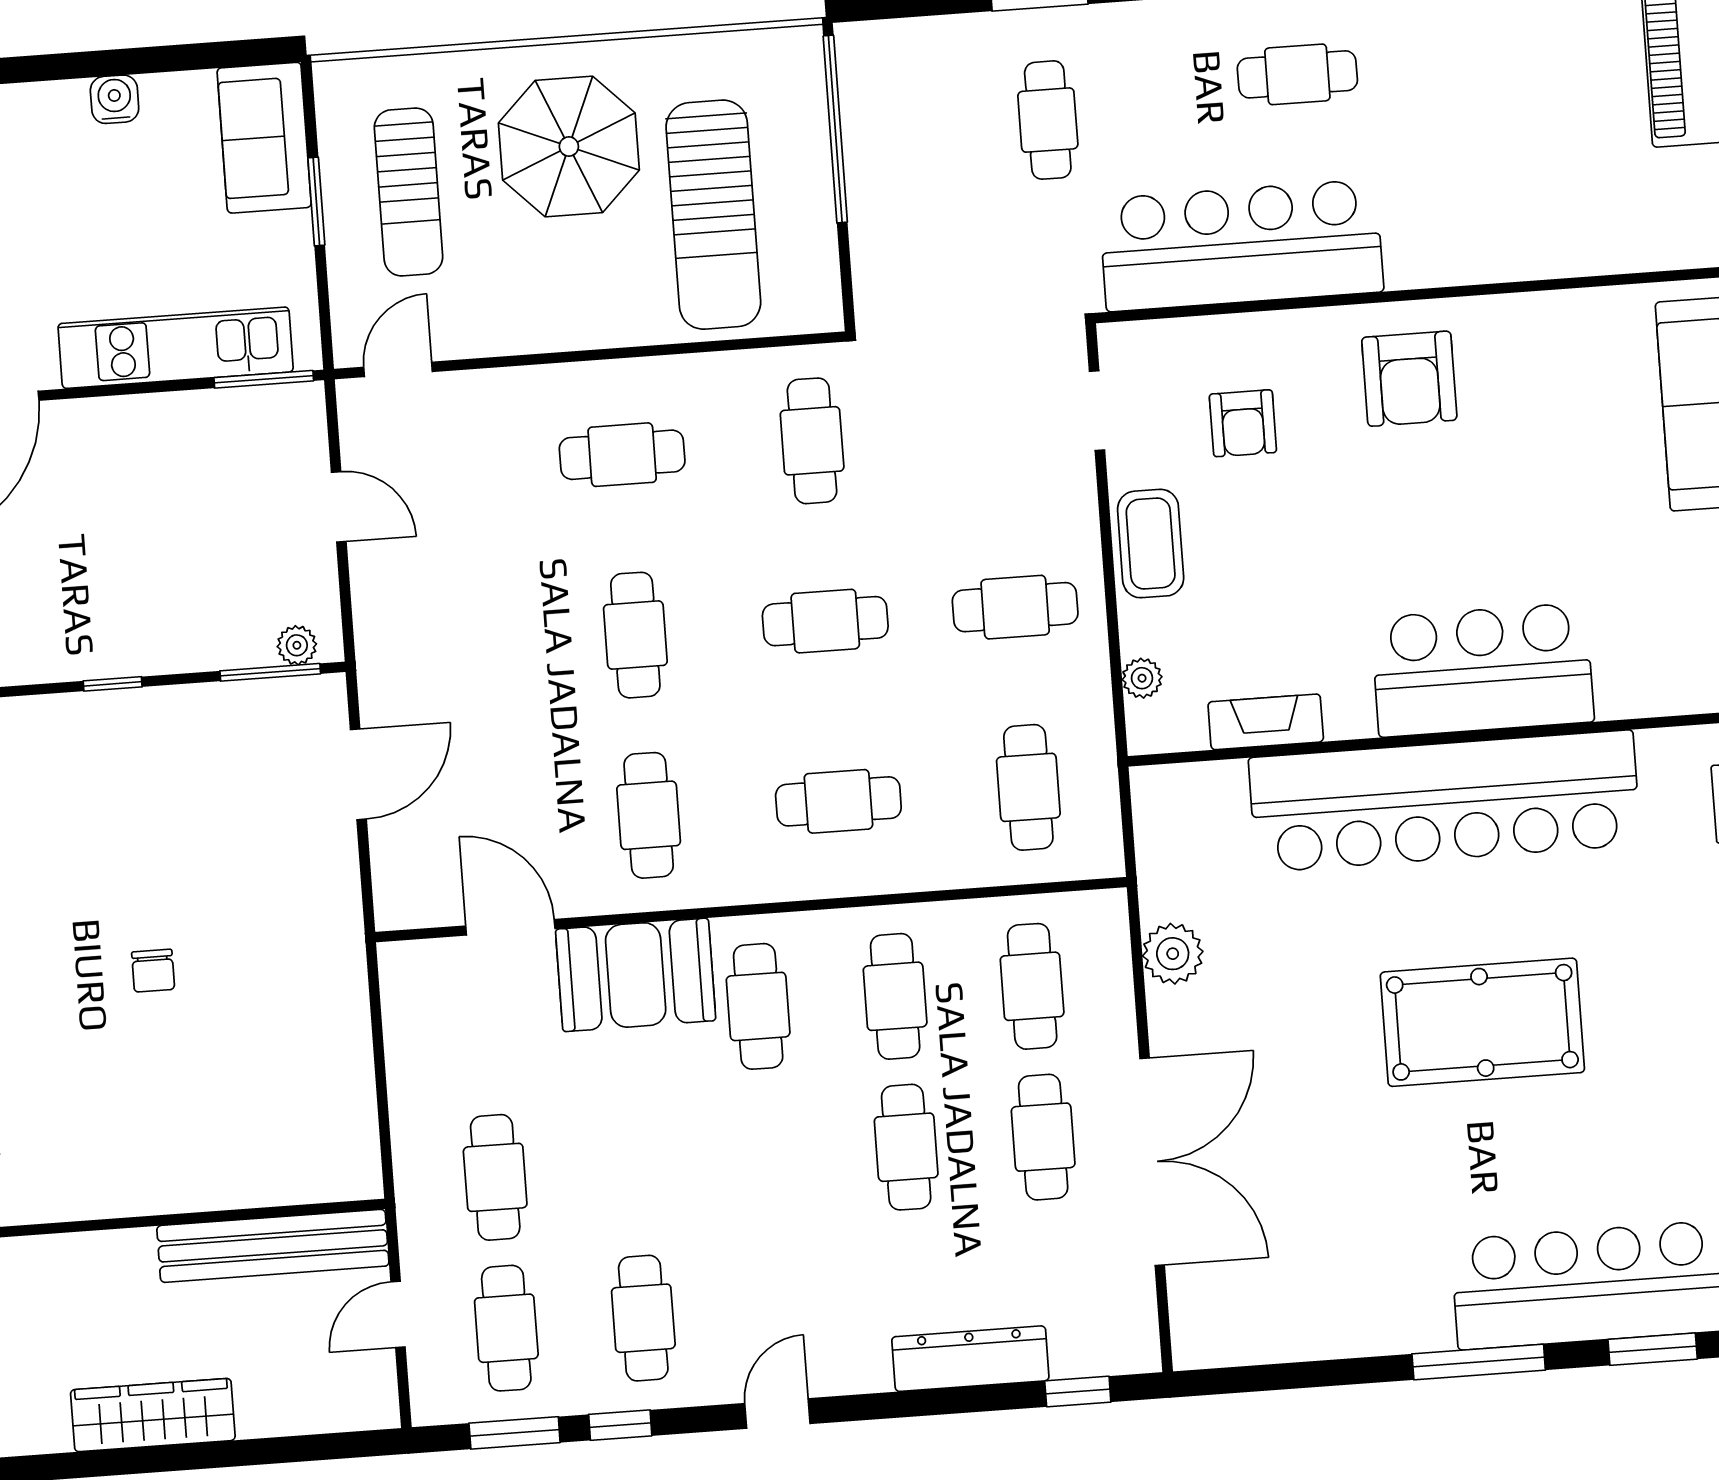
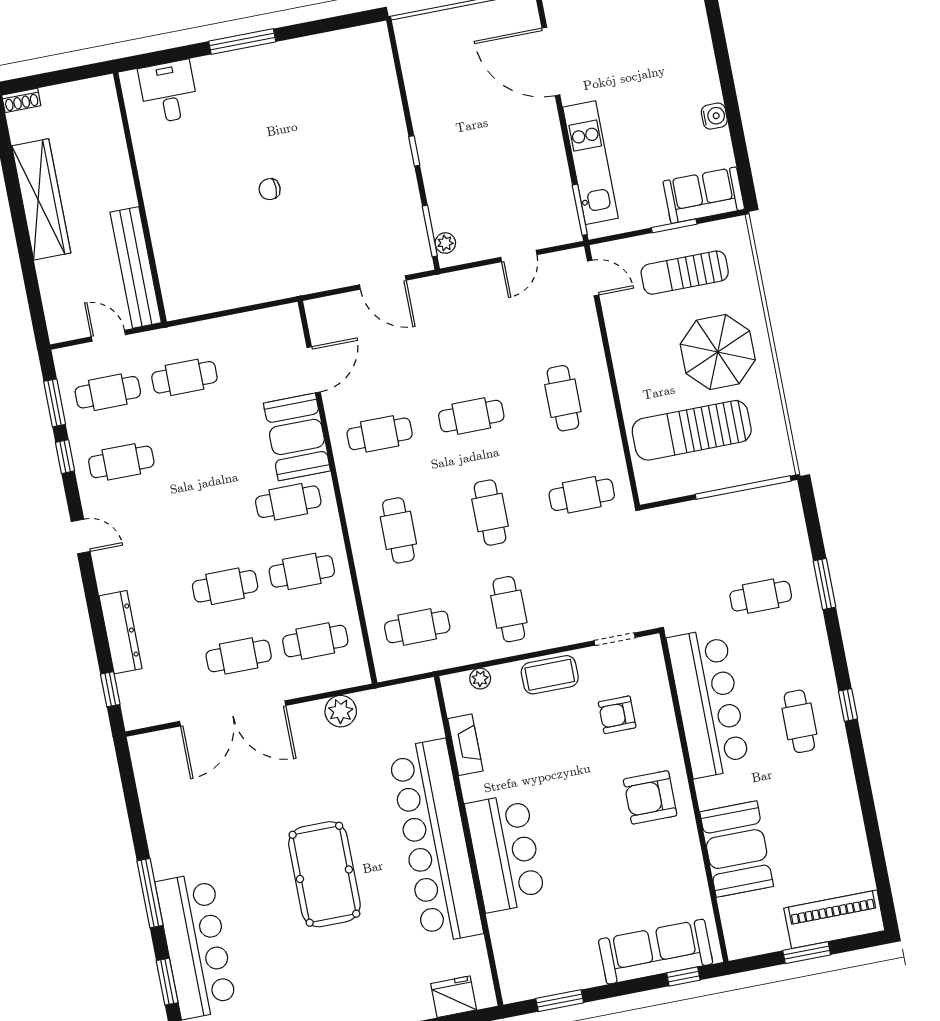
booth: (1528, 224) -> (737, 849), added
wardrobe: (153, 1415) -> (41, 199), width x1.40, depth x1.17

